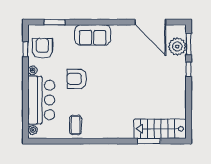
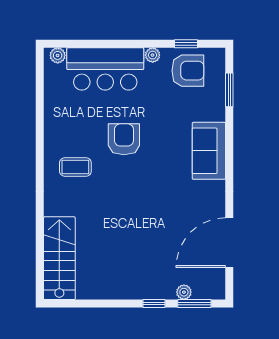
plant: (177, 46) -> (184, 292), width x0.53, depth x0.53
armchair: (77, 79) -> (124, 139), moved
coffee table: (75, 125) -> (75, 167), moved
window: (149, 141) -> (40, 240), removed

